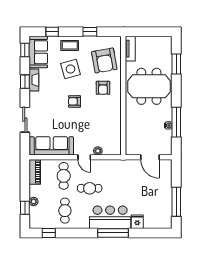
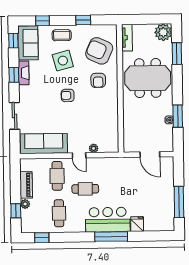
plant: (164, 44) -> (163, 32), added
armchair: (104, 61) -> (99, 51), turned 124
window: (176, 122) -> (178, 116), width x0.69
piano: (35, 172) -> (26, 185), moved

